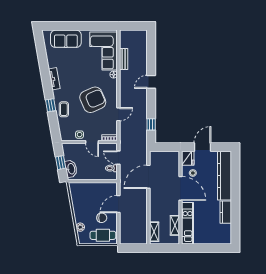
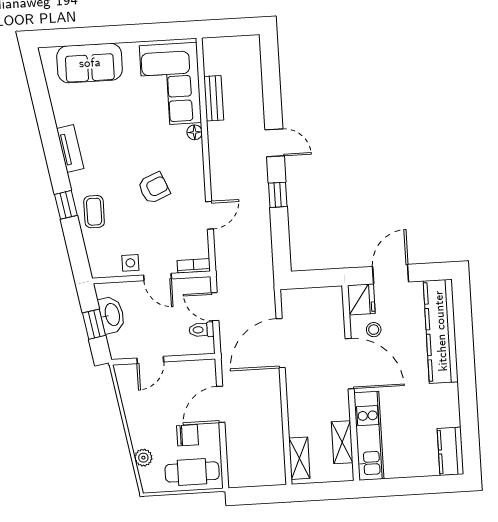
door: (151, 82) -> (275, 143), swing flipped
armchair: (93, 100) -> (154, 188), width x0.53, depth x0.53
window: (151, 124) -> (278, 195), moved
washbasin: (71, 169) -> (112, 315), moved
door: (86, 181) -> (150, 360), added
kitchen counter: (226, 212) -> (450, 451), moved

